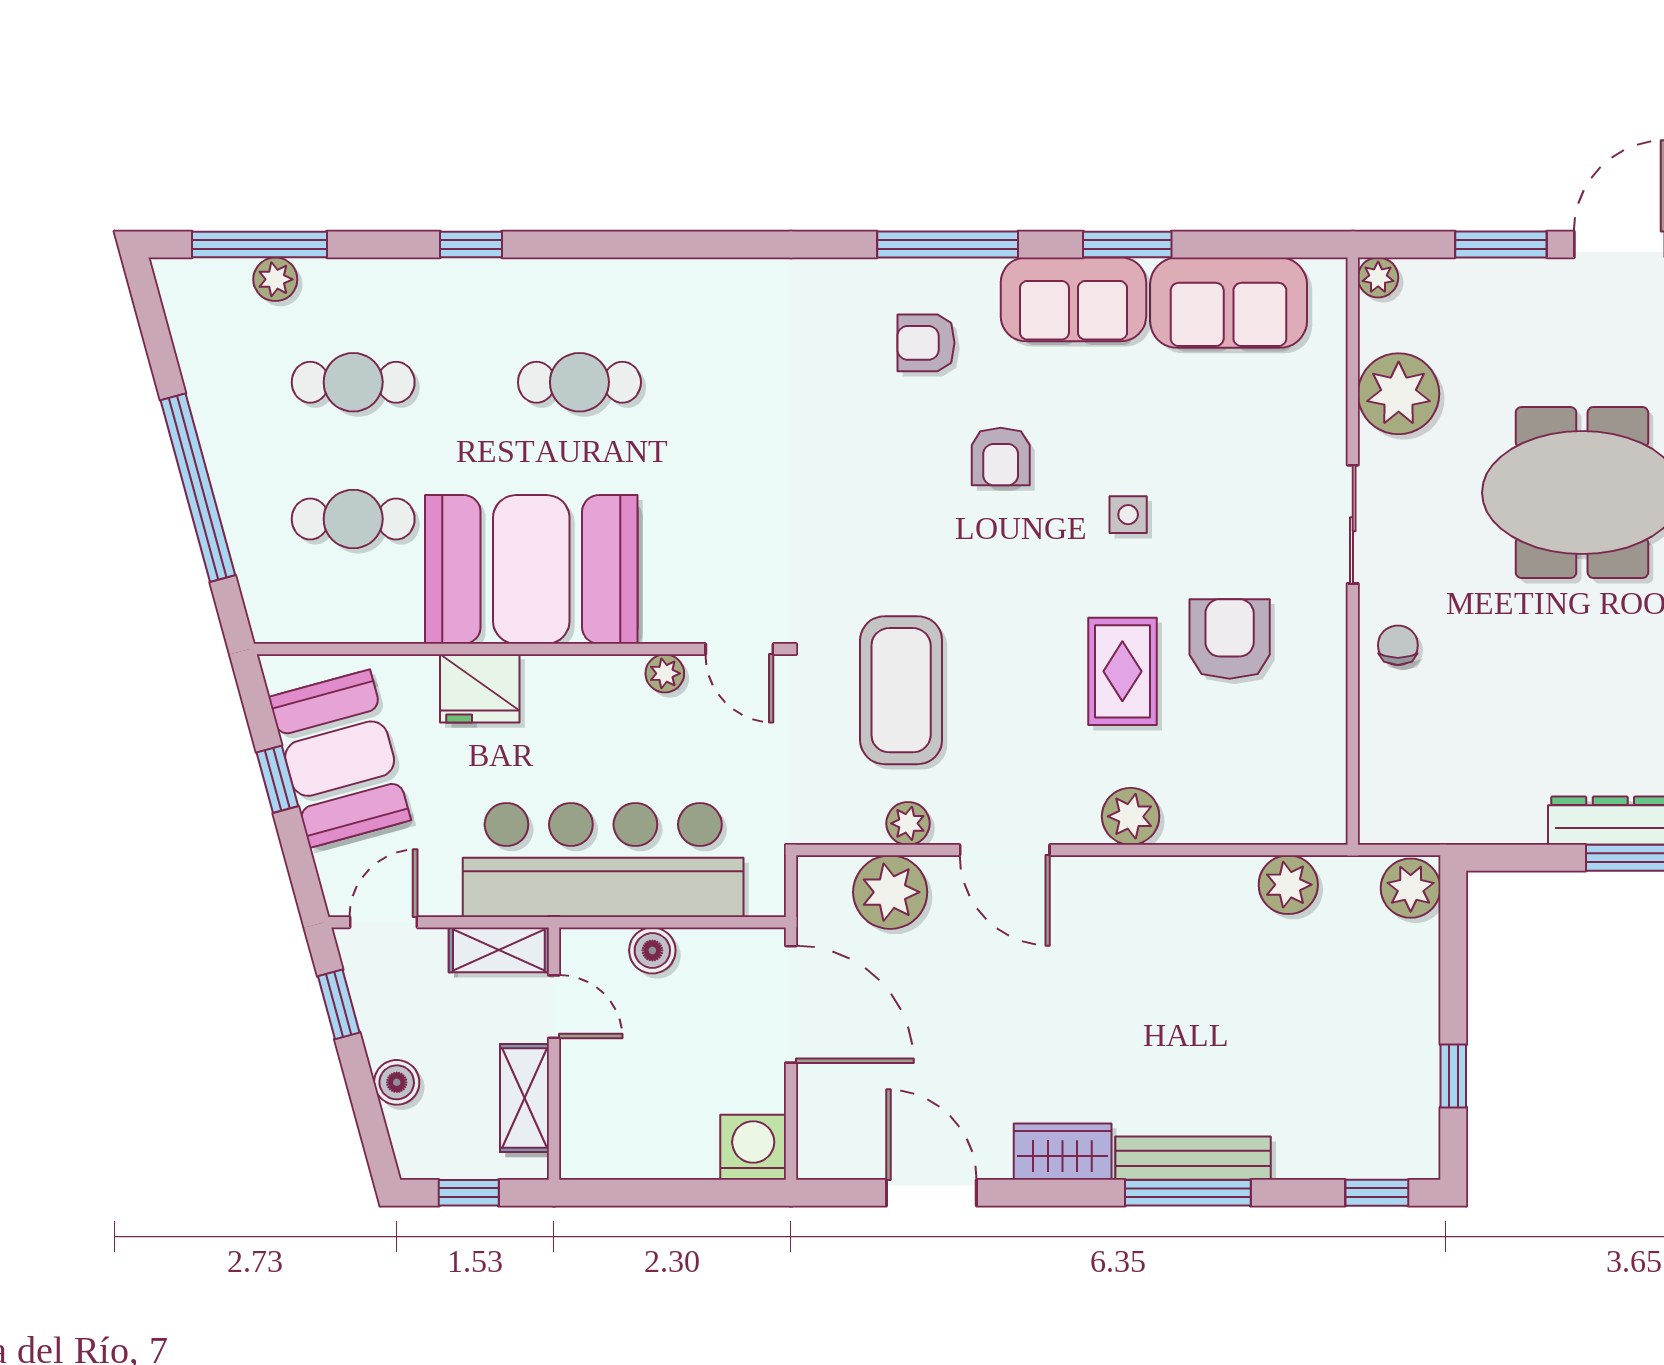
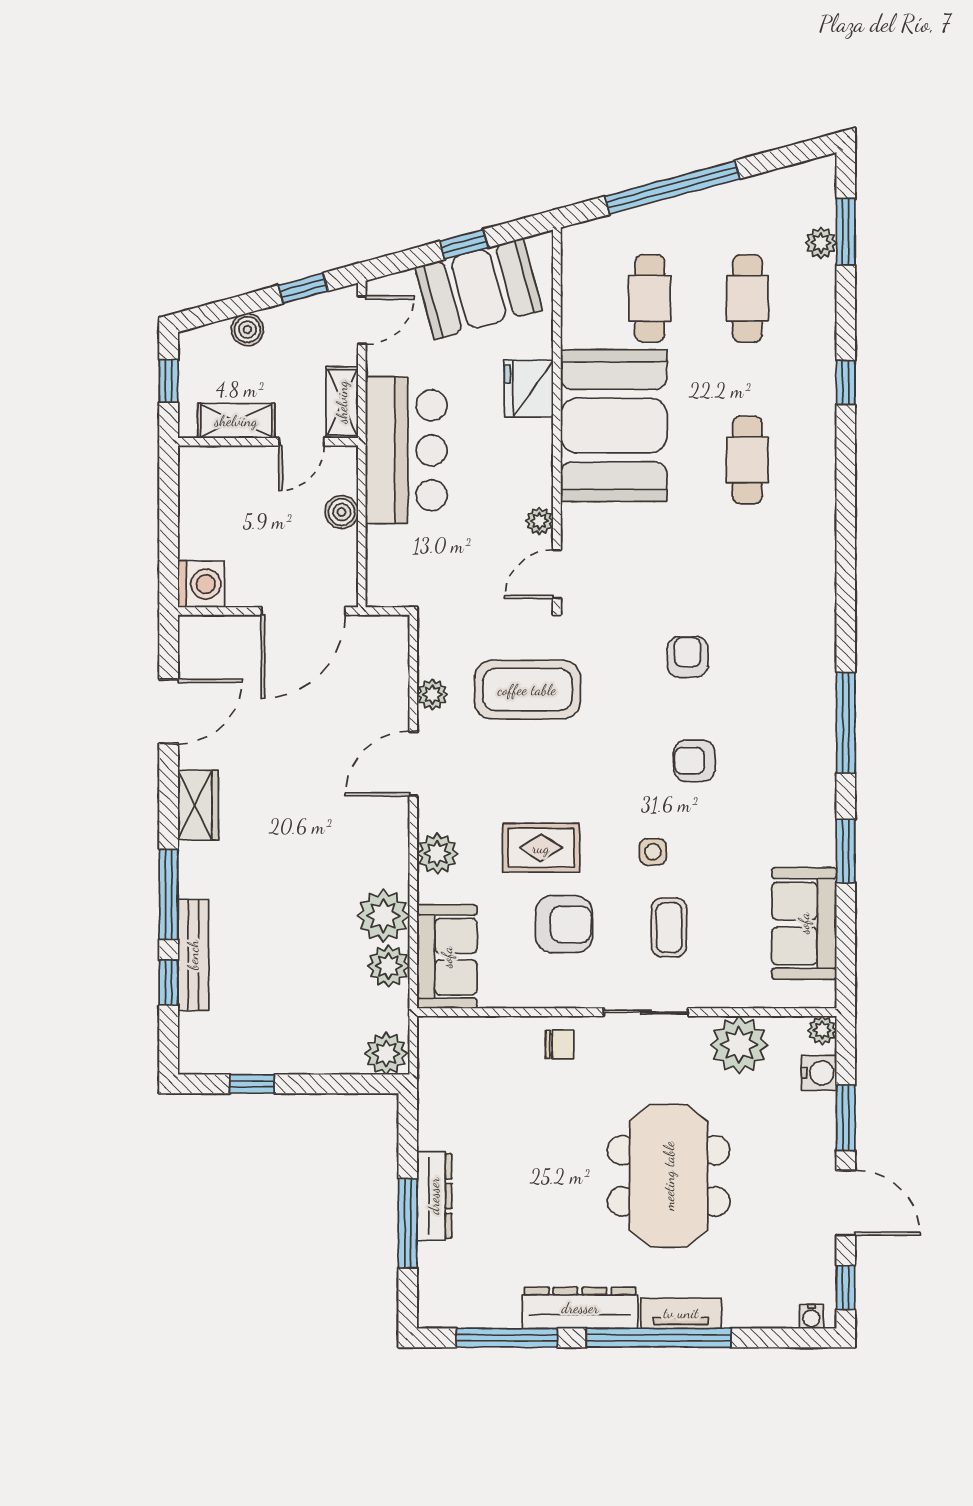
window: (259, 244) -> (846, 232), width x0.69
water cooler: (1438, 282) -> (819, 1073), added
sofa: (1073, 299) -> (447, 957), moved, turned 180
armchair: (926, 343) -> (688, 657), moved
coffee table: (1234, 492) -> (669, 928), added
bar counter: (603, 860) -> (406, 450), width x0.73
plant: (890, 892) -> (383, 916), moved
door: (383, 922) -> (362, 320), hinge flipped
bench: (1193, 1158) -> (193, 955), moved
window: (1377, 1193) -> (169, 982), moved

